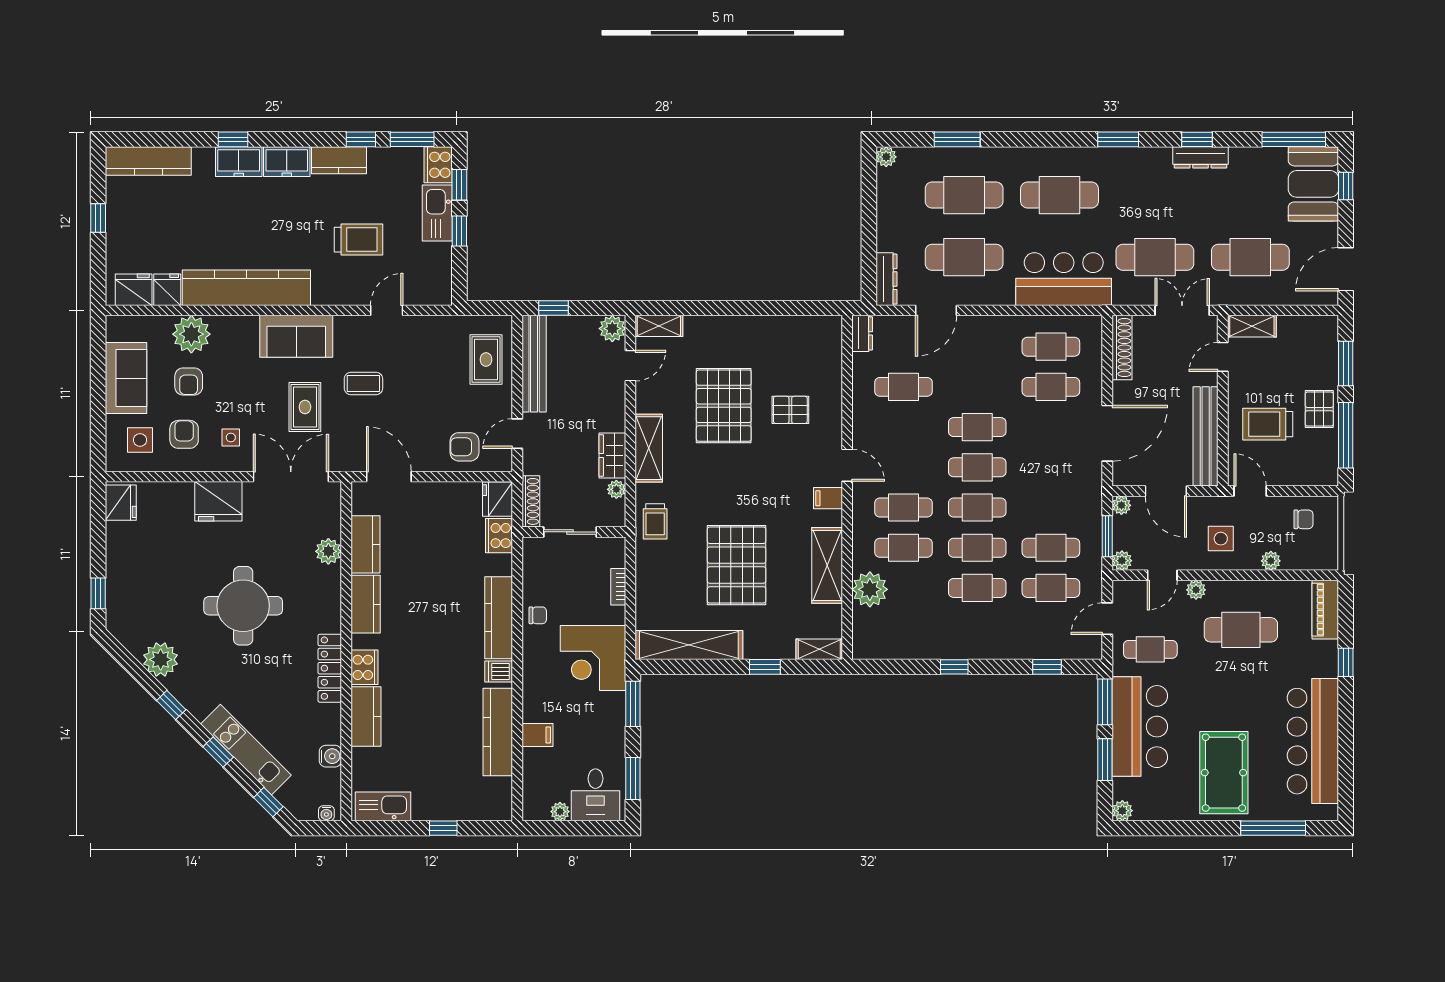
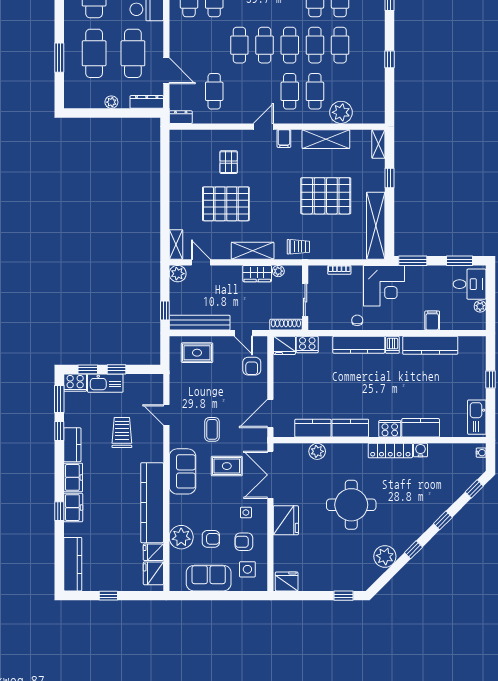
plant: (886, 157) -> (111, 102), moved
kitchen unit: (246, 750) -> (441, 503), removed
water cooler: (330, 756) -> (420, 450), moved

